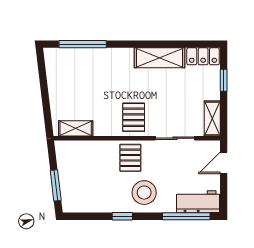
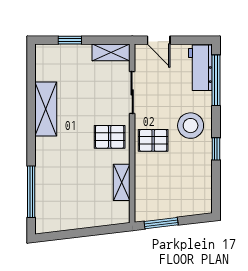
locker: (203, 56) -> (44, 62), removed
shelving: (76, 128) -> (122, 182), moved
window: (56, 185) -> (161, 223), moved

